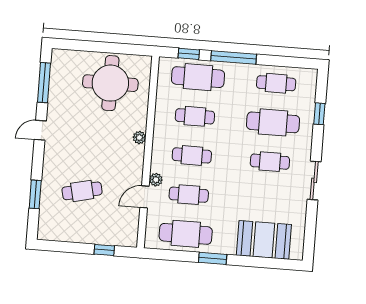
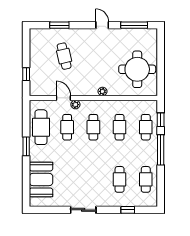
cafe table: (198, 77) -> (146, 127), width x0.73, depth x0.74
cafe table: (273, 122) -> (120, 179), width x0.73, depth x0.74
cafe table: (270, 162) -> (93, 179), removed

